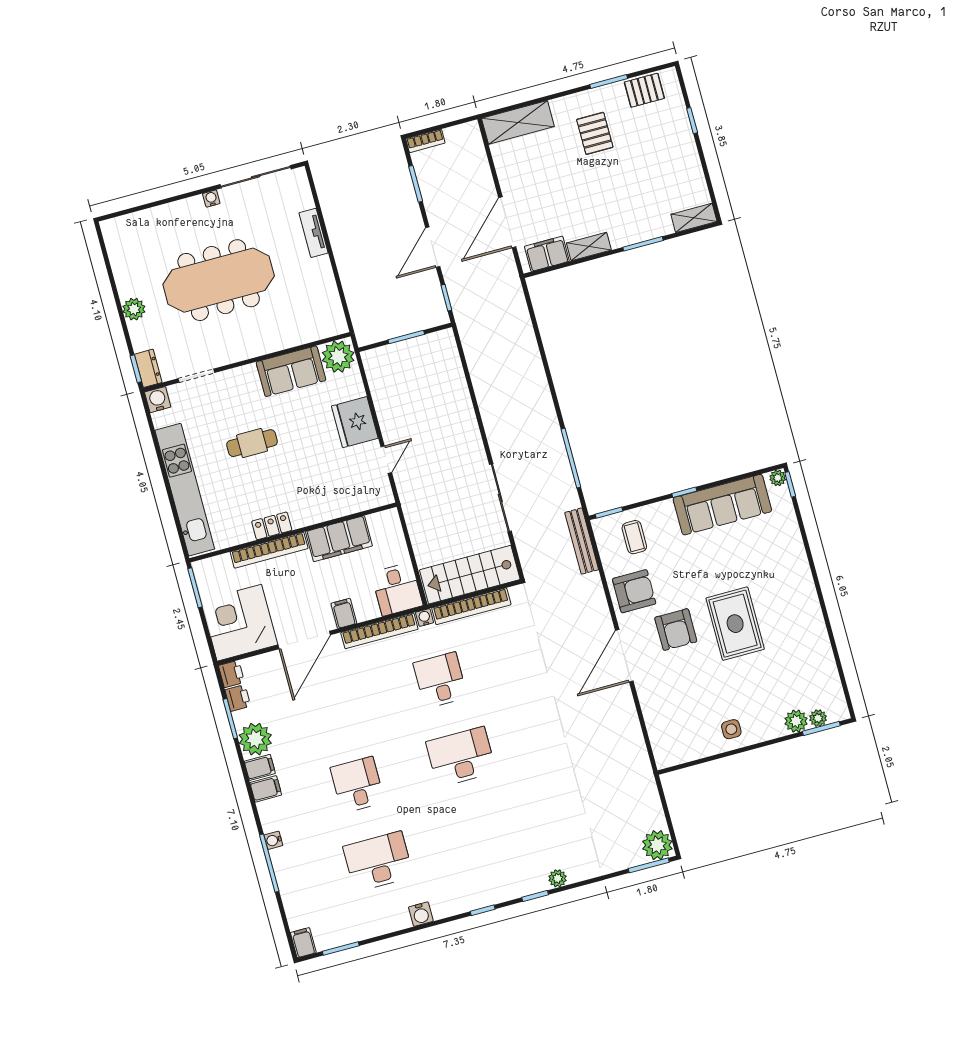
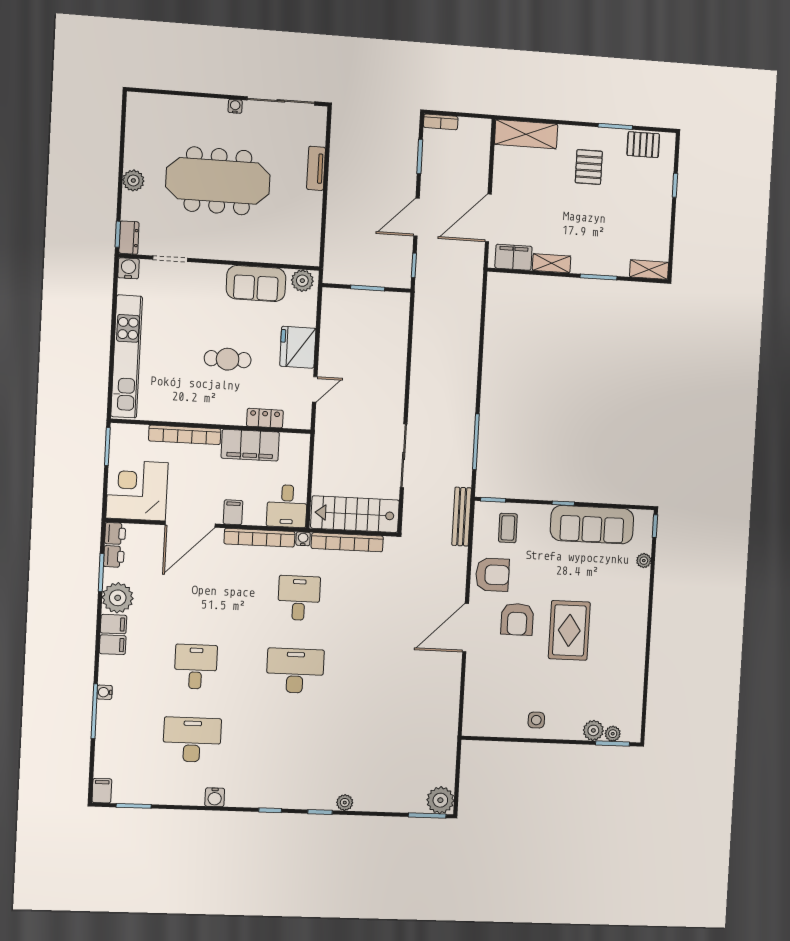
plant: (338, 357) -> (302, 281), width x0.73, depth x0.73
cafe table: (252, 443) -> (228, 359), moved
plant: (778, 478) -> (644, 561), moved
locker: (272, 526) -> (265, 418), moved

